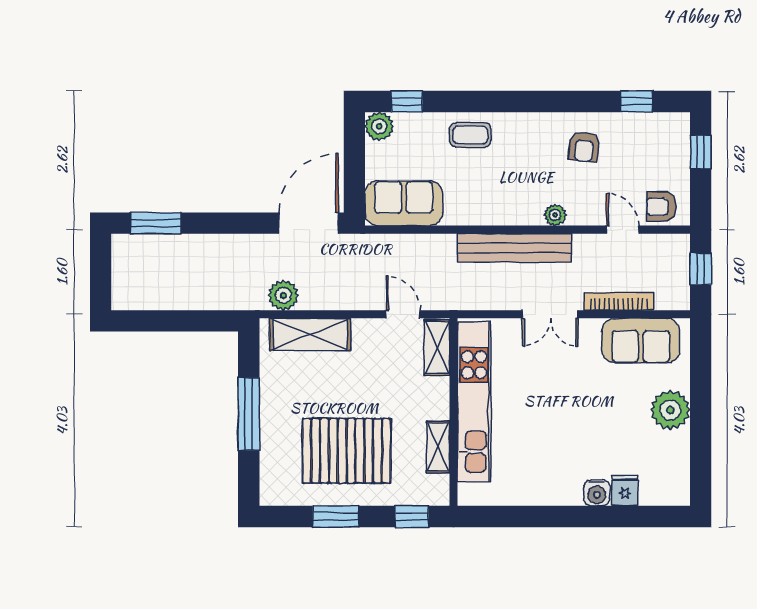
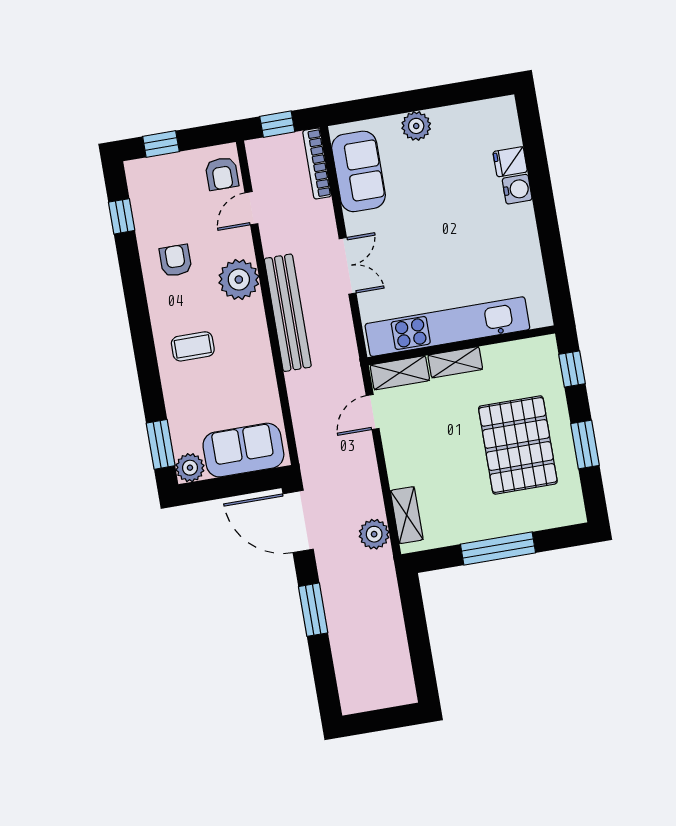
window: (407, 101) -> (161, 444), width x1.50
coffee table: (470, 135) -> (193, 346), moved, turned 90
armchair: (584, 147) -> (176, 261), turned -96
sofa: (404, 203) -> (243, 450), moved, turned 90
plant: (555, 215) -> (239, 280), width x1.88, depth x1.88
window: (156, 223) -> (313, 610), moved
bookcase: (619, 301) -> (317, 163), moved
shelving: (310, 334) -> (407, 515), width x0.67, depth x0.75
plant: (670, 410) -> (416, 126), width x0.73, depth x0.73
shelving: (438, 447) -> (455, 362), moved

